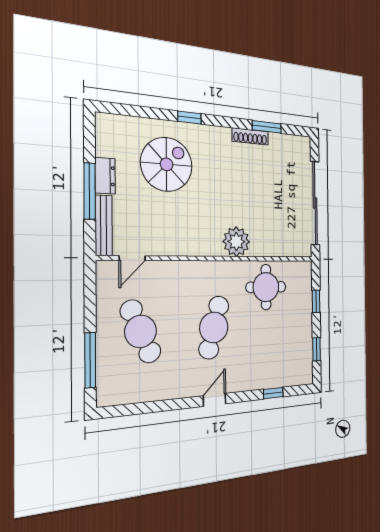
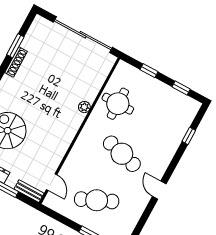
bench: (104, 226) -> (29, 191), width x0.73
plant: (236, 242) -> (84, 107), width x0.53, depth x0.53
door: (215, 400) -> (159, 190), moved

